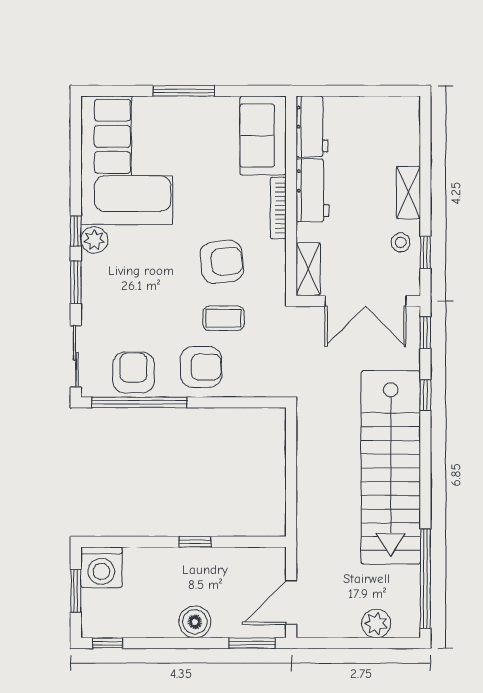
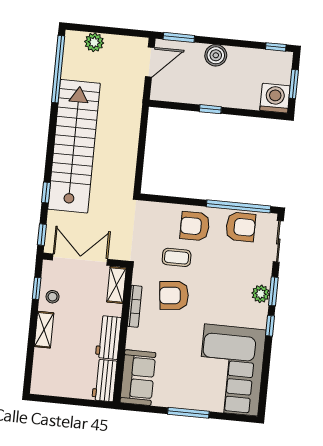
bookcase: (278, 208) -> (135, 306), moved
plant: (94, 240) -> (261, 294), moved
armchair: (134, 373) -> (241, 227), turned -90

